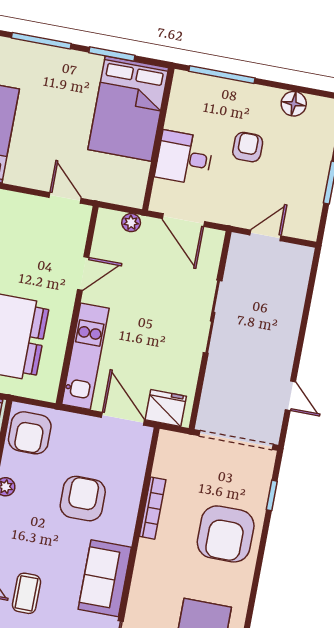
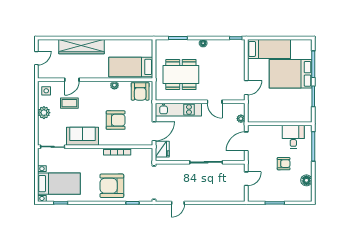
bed: (128, 109) -> (291, 74), moved
desk: (184, 158) -> (293, 137), moved
door: (265, 235) -> (246, 179), hinge flipped
armchair: (30, 433) -> (140, 91), turned -90

